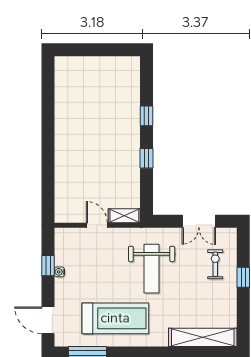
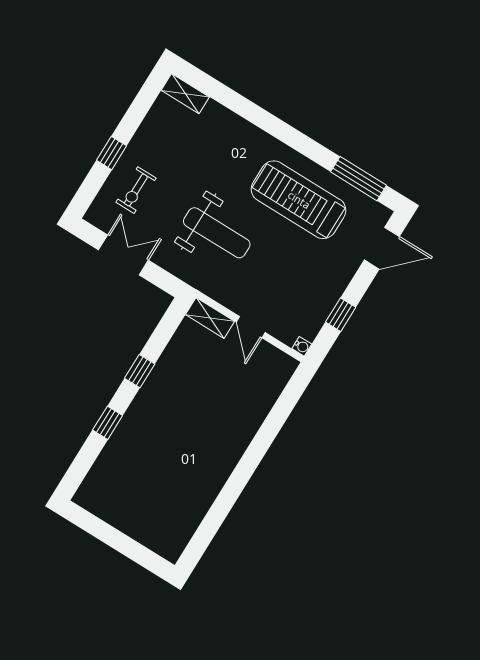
weight bench: (152, 269) -> (217, 233), turned 90
water cooler: (59, 272) -> (302, 346), moved
door: (48, 320) -> (382, 248), hinge flipped
shelving: (203, 337) -> (185, 94), width x0.45, depth x0.75

